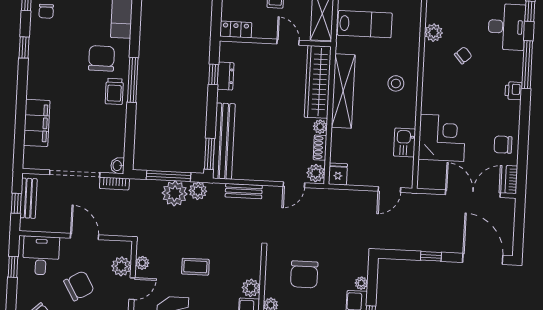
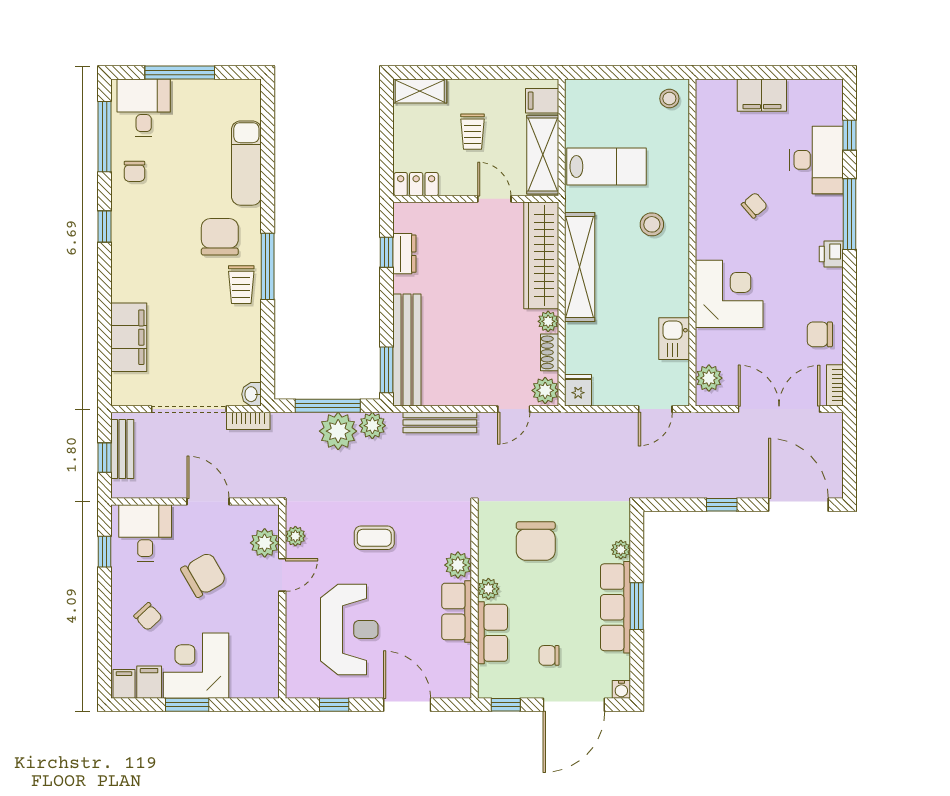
plant: (434, 33) -> (709, 378), moved
stool: (396, 83) -> (652, 224), moved
corner desk: (442, 138) -> (729, 294), moved
bench: (244, 191) -> (440, 423), width x1.36

